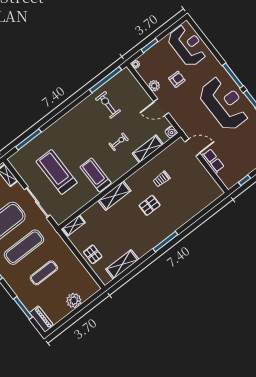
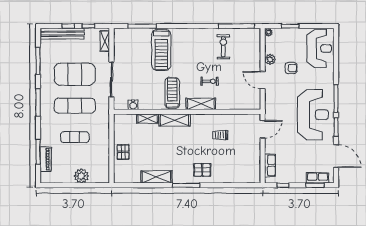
water cooler: (171, 132) -> (133, 105), moved
door: (192, 147) -> (263, 129), hinge flipped
shelving: (148, 149) -> (201, 104), moved
row of seats: (213, 161) -> (270, 165), moved
treadmill: (57, 172) -> (161, 50), moved, turned 180
pallet: (150, 205) -> (202, 170), moved
shelving: (74, 225) -> (148, 119), moved
shelving: (122, 264) -> (156, 177), moved
piano: (41, 319) -> (46, 159), moved

